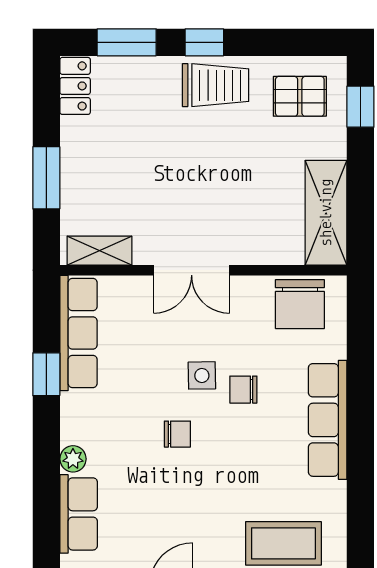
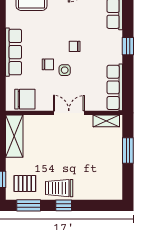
window: (127, 42) -> (29, 205), moved
locker: (75, 86) -> (116, 188), removed
chair: (300, 304) -> (25, 99), turned 90
window: (46, 374) -> (128, 46), moved
plant: (73, 459) -> (117, 36), removed

